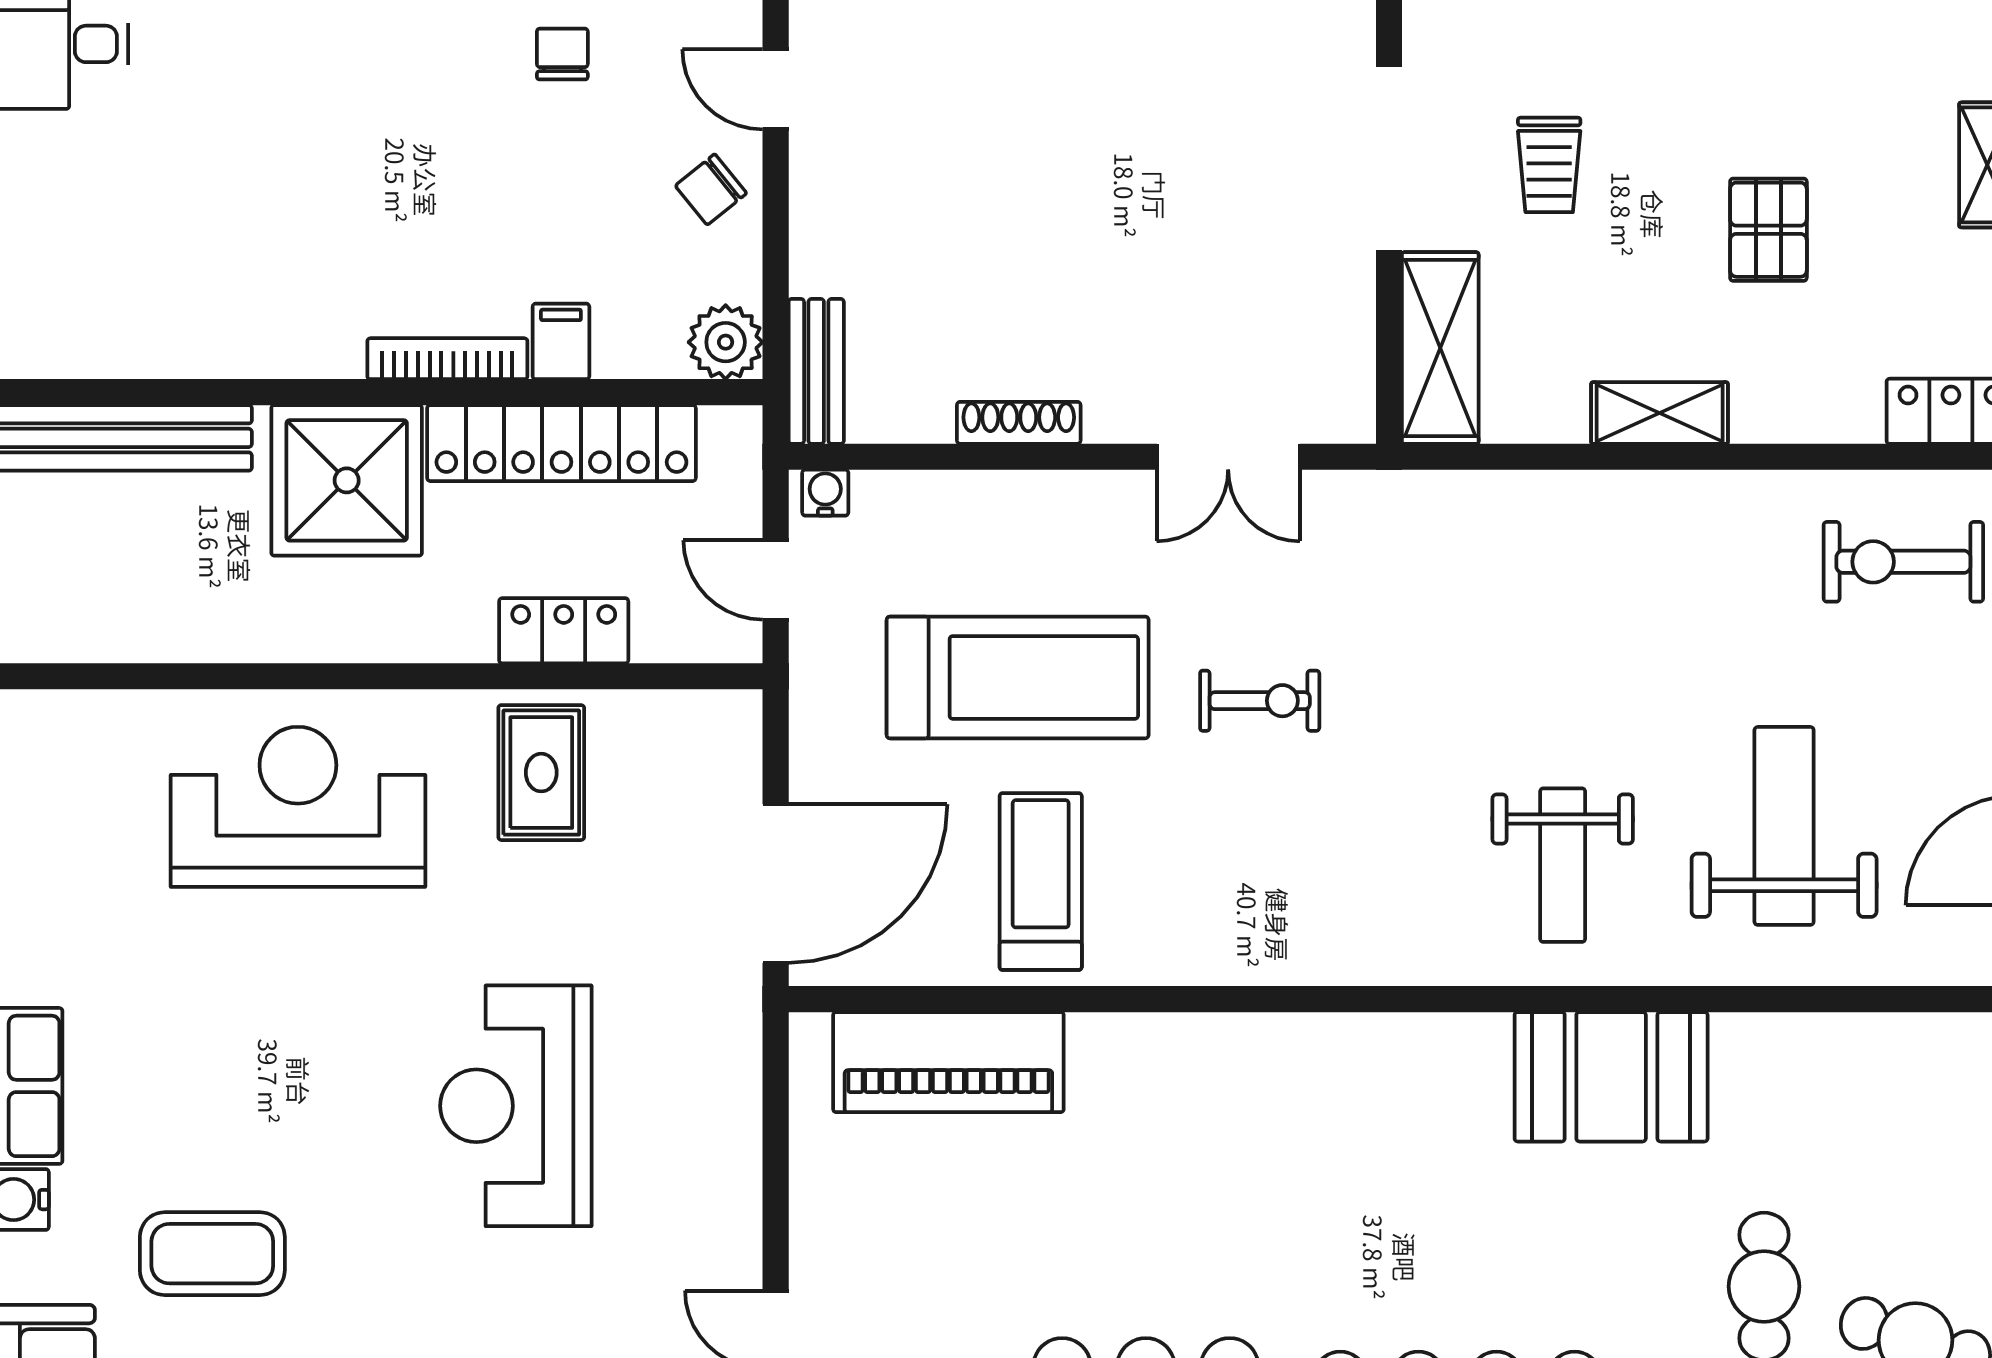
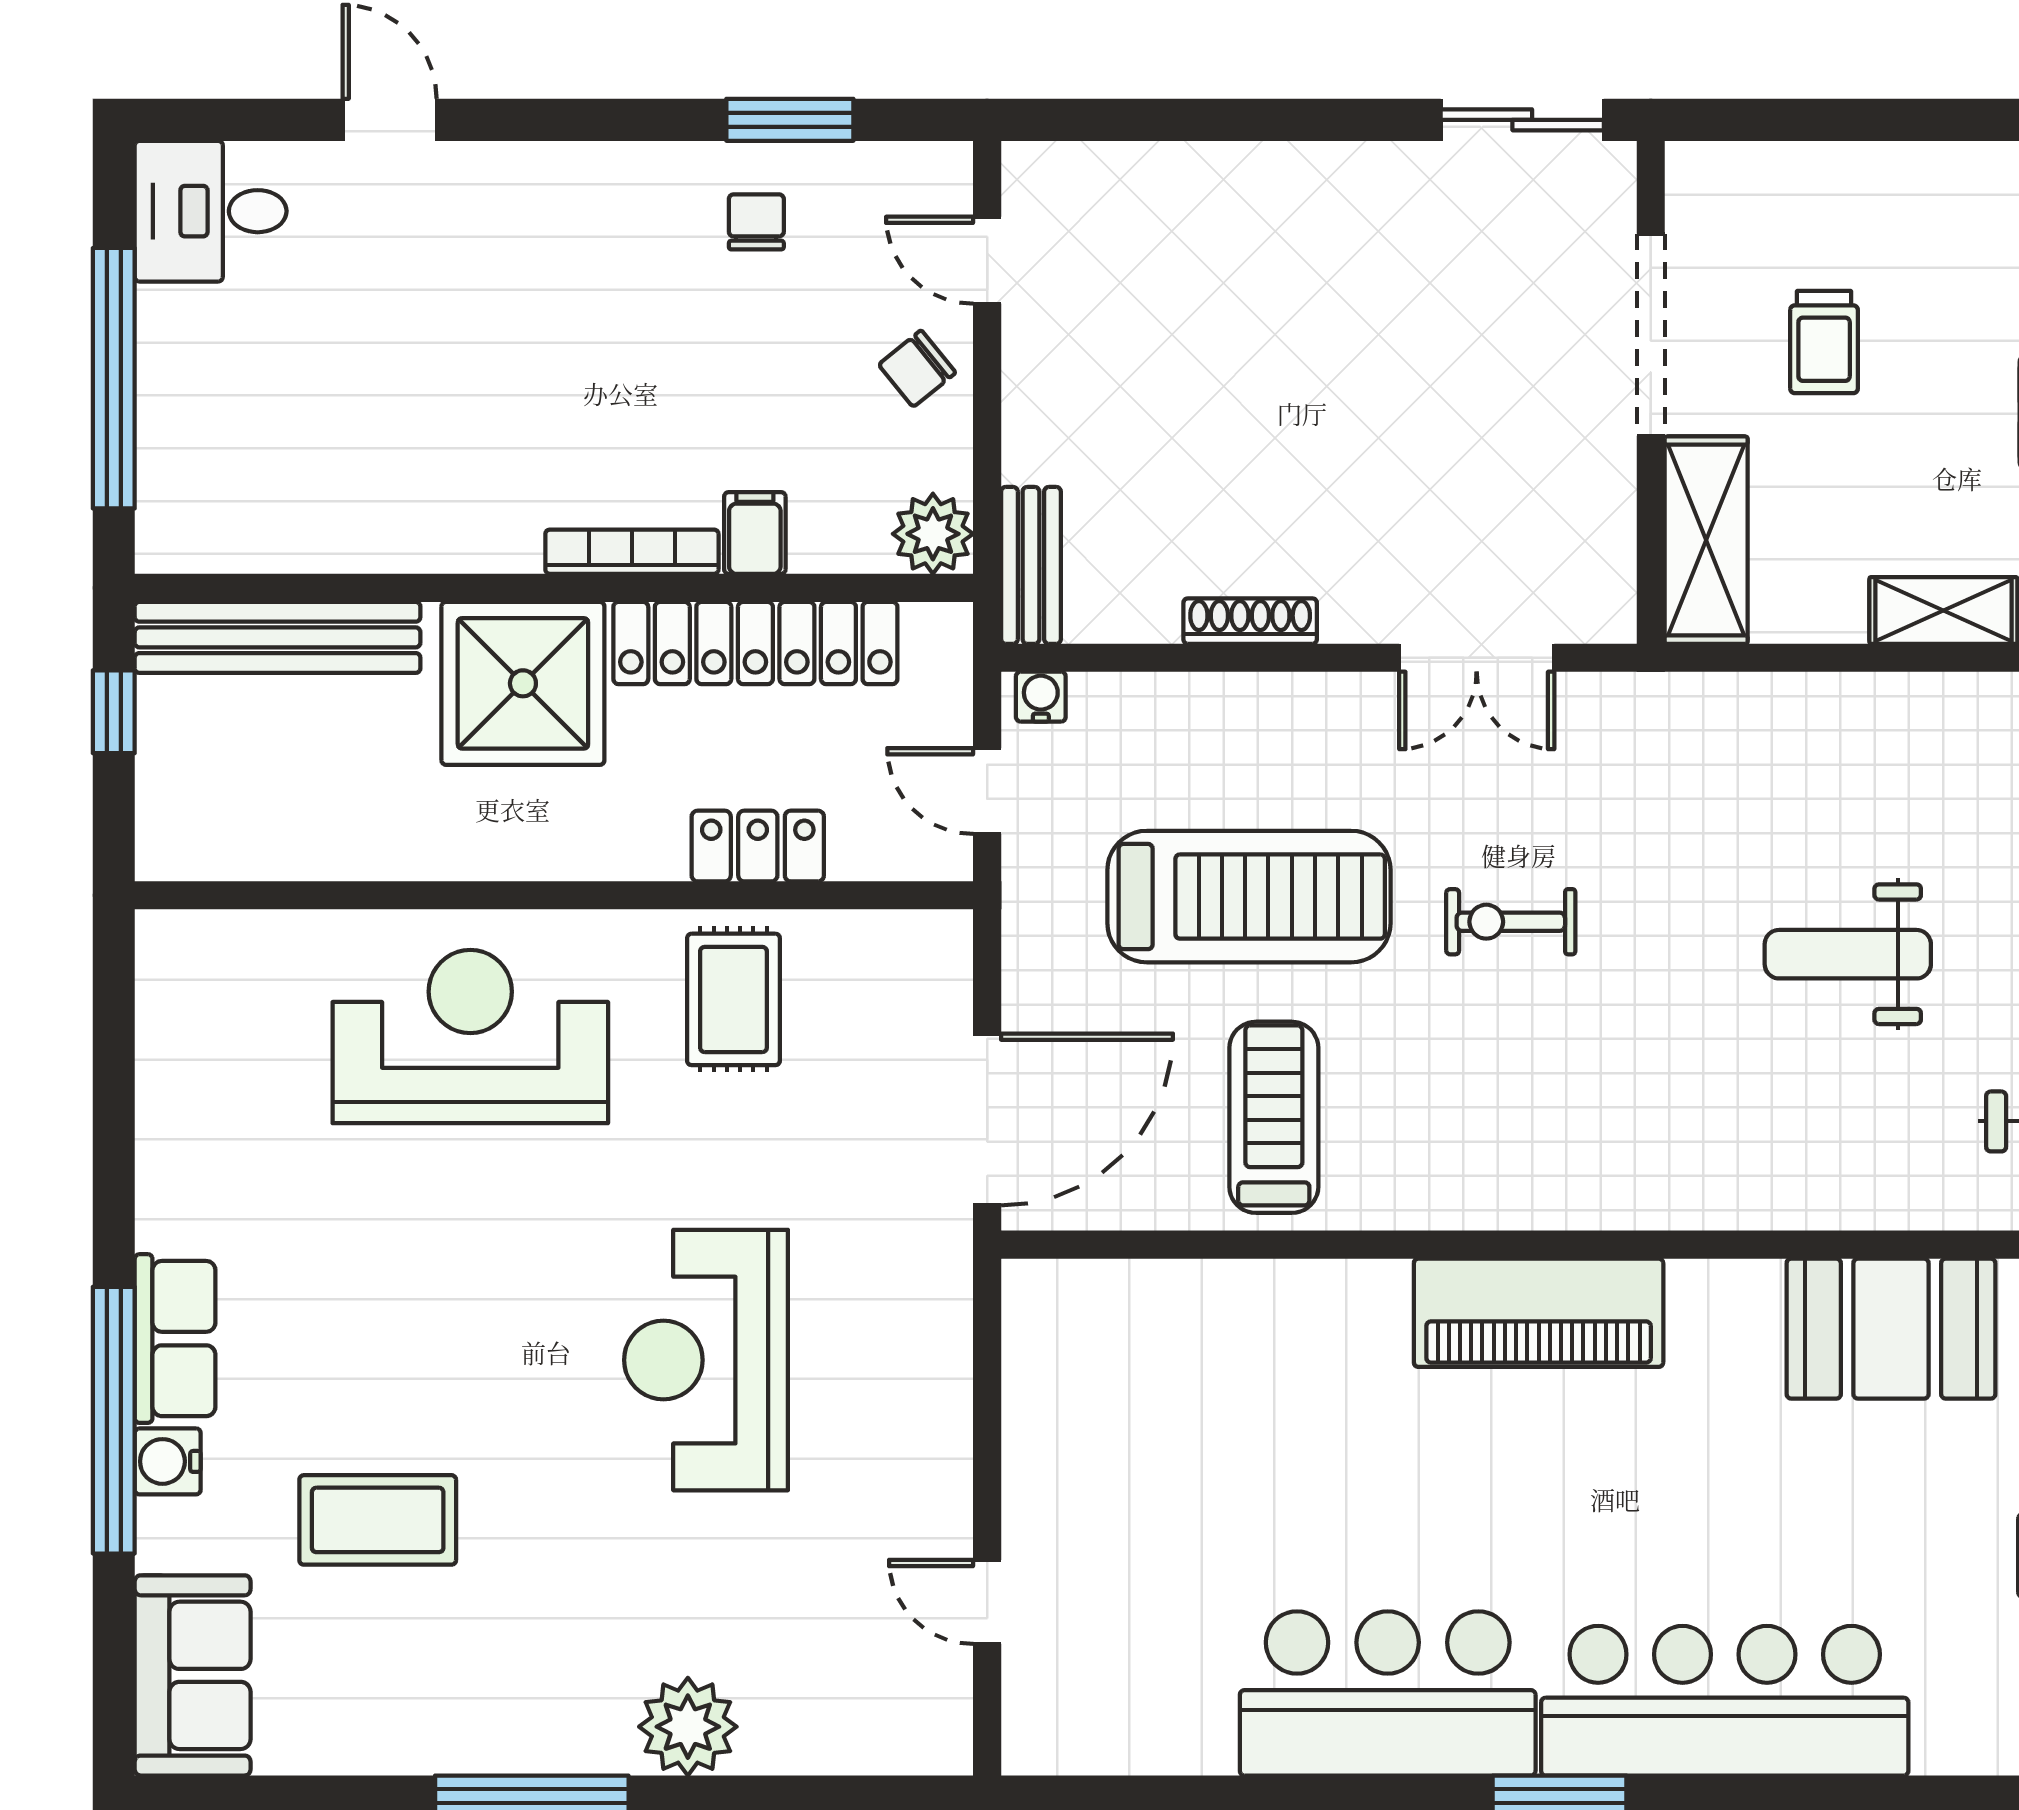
exercise bike: (1260, 701) -> (1511, 922), turned 180
weight bench: (1563, 865) -> (1848, 954), moved, turned 90
piano: (948, 1062) -> (1539, 1313), moved

